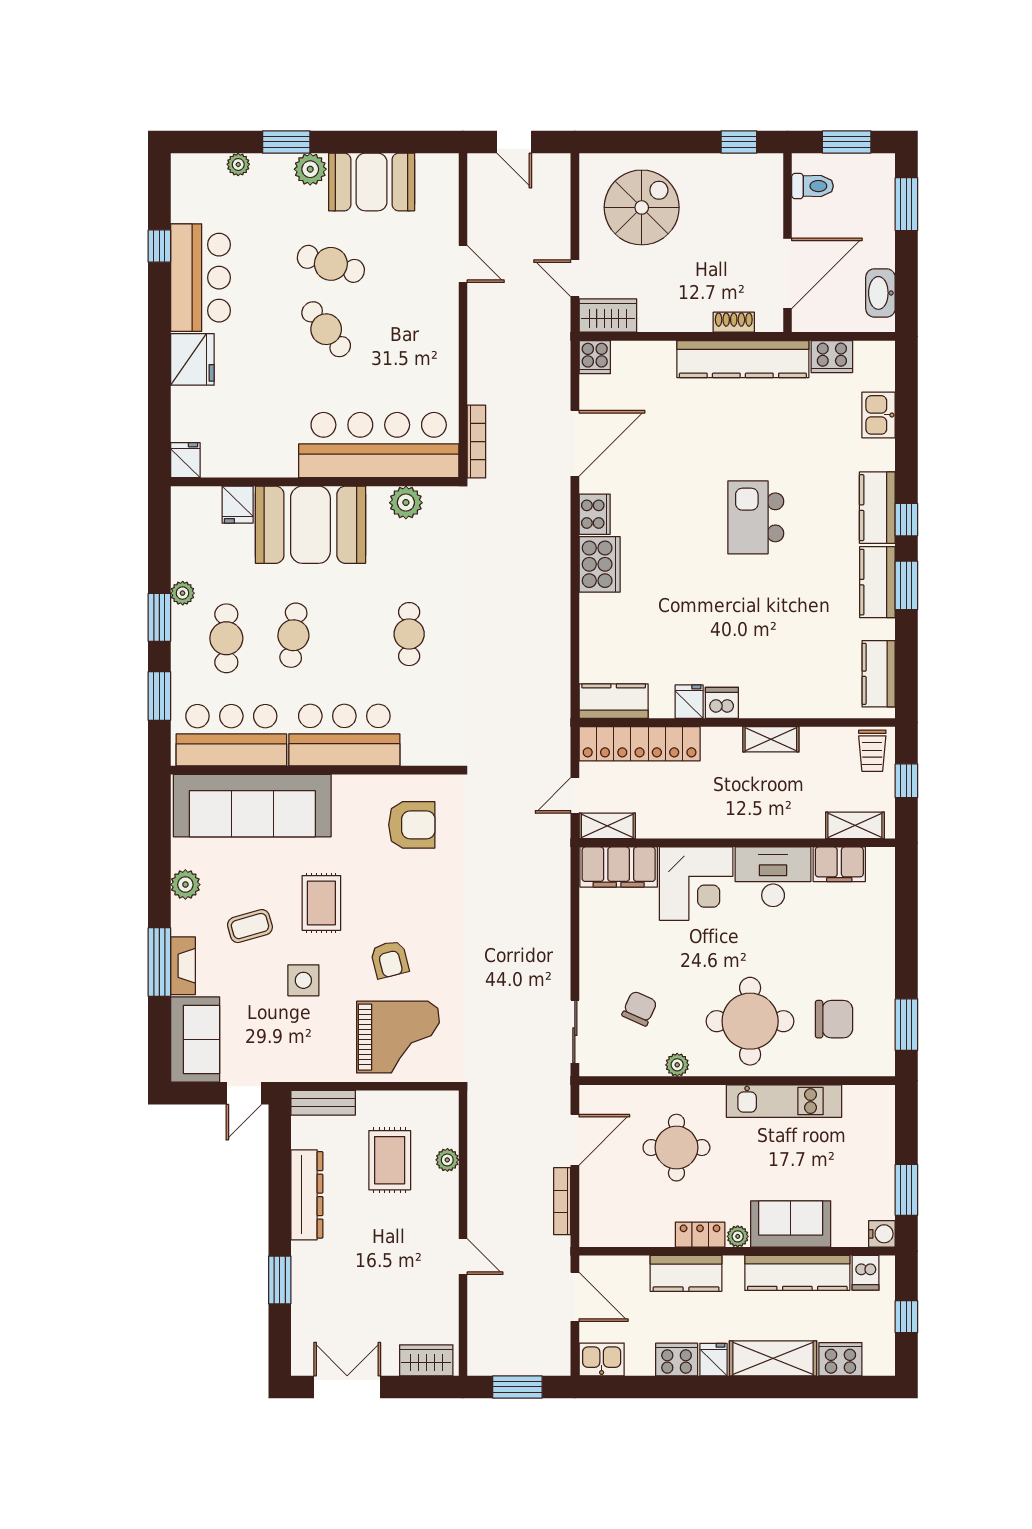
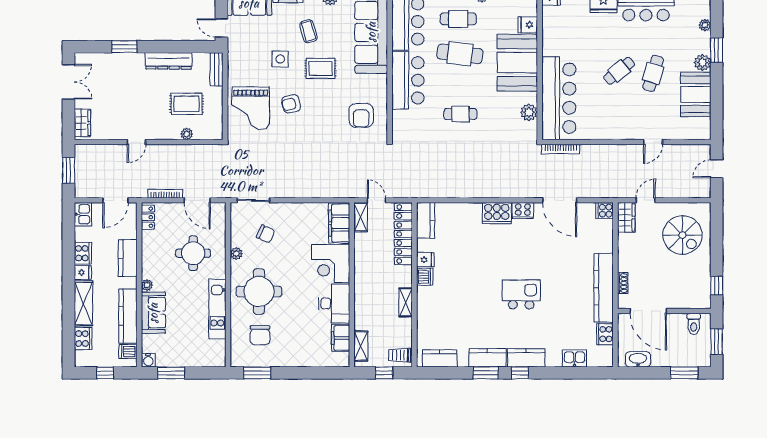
cafe table: (293, 635) -> (460, 54), width x1.37, depth x1.35
locker: (700, 1235) -> (148, 217), moved

